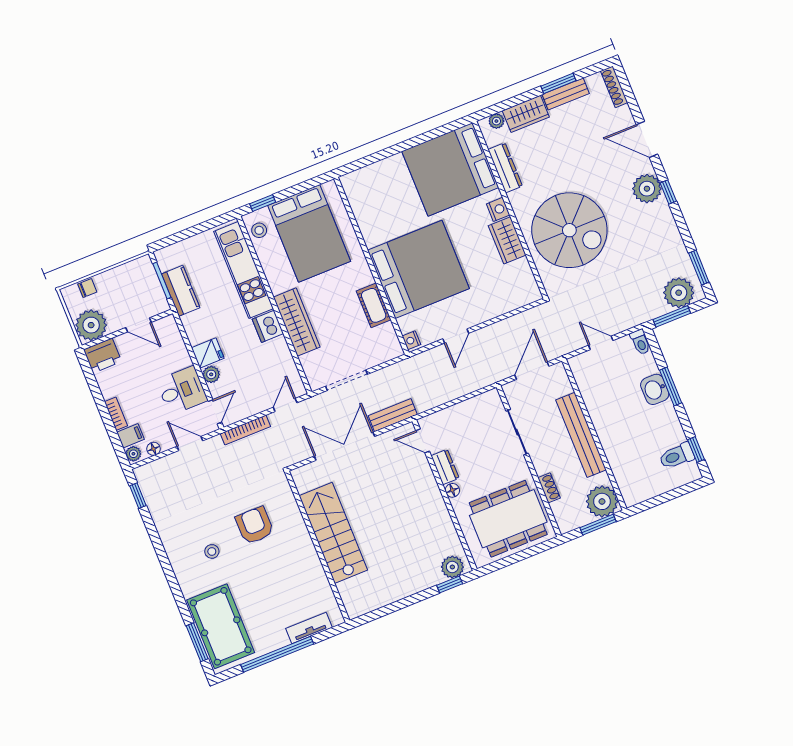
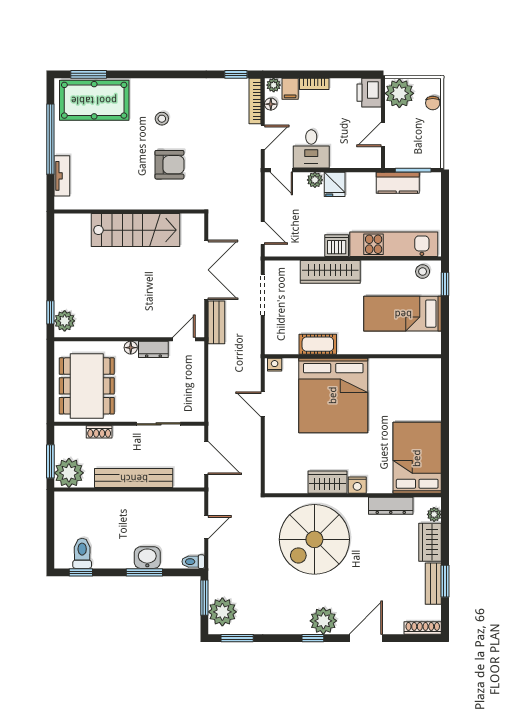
bed: (450, 169) -> (417, 458), width x0.73
bed: (309, 233) -> (403, 314), width x0.67
bookcase: (245, 430) -> (255, 101), moved

